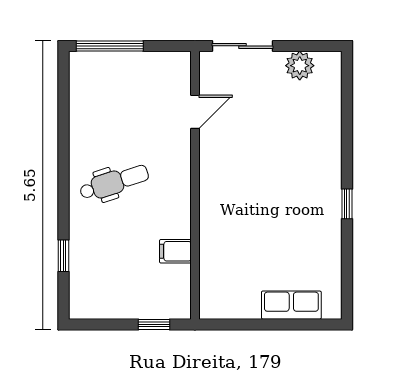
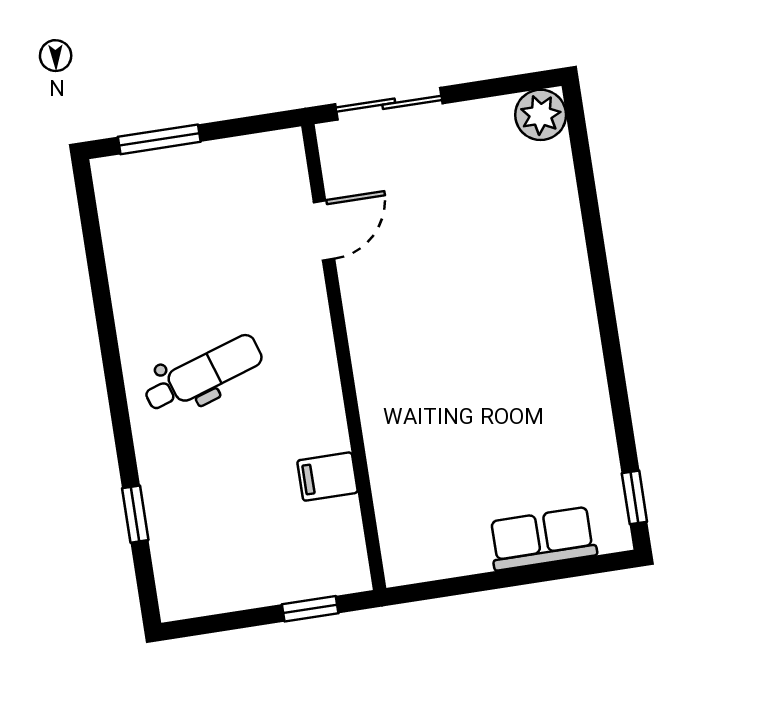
window: (110, 46) -> (159, 139), width x0.69
plant: (300, 66) -> (541, 115), moved
window: (347, 204) -> (634, 497), moved

